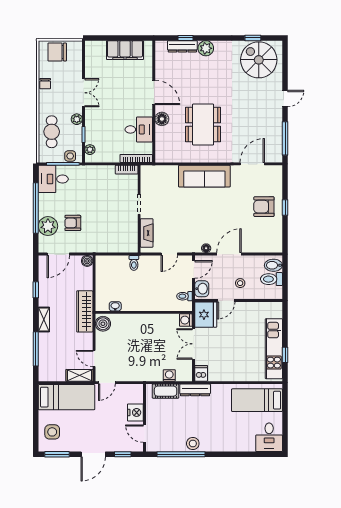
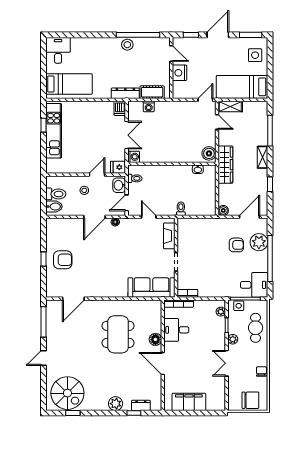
dresser: (182, 46) -> (141, 405), width x0.70
sofa: (204, 176) -> (151, 287), moved
door: (169, 254) -> (149, 217), hinge flipped
fridge: (206, 315) -> (118, 167), width x0.53, depth x0.75

